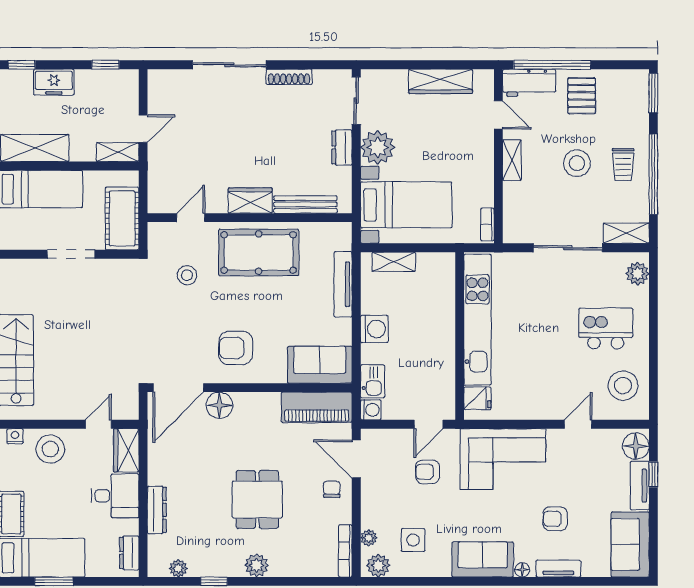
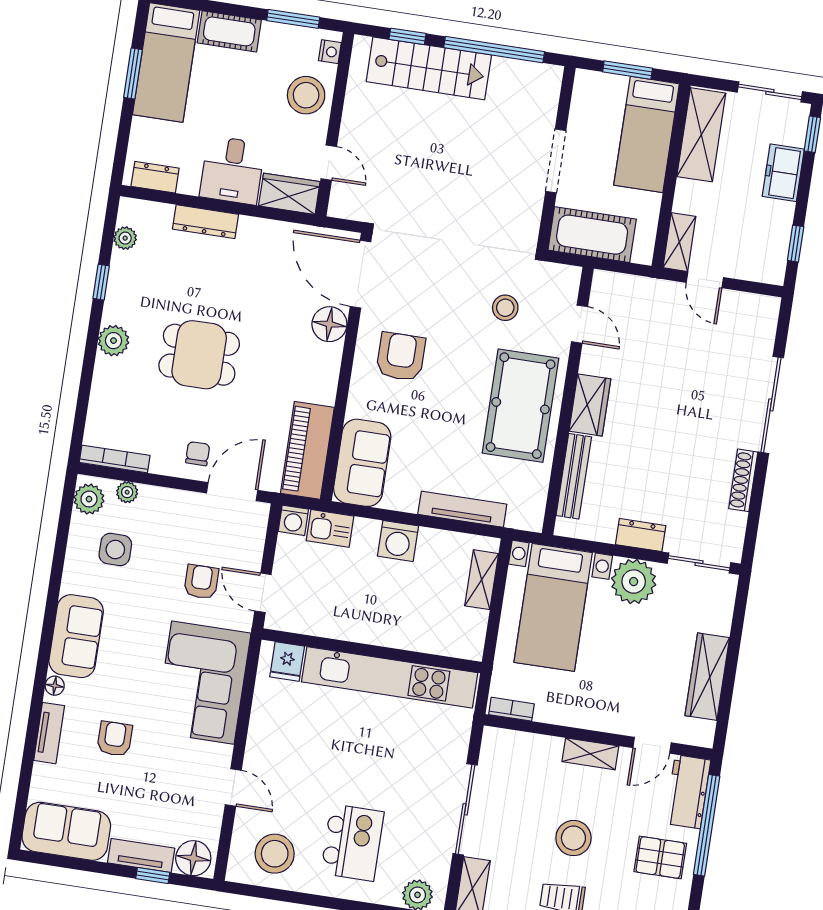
chair: (332, 489) -> (198, 454), turned -90

